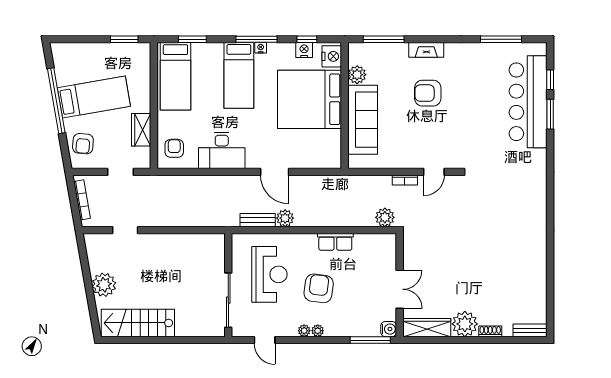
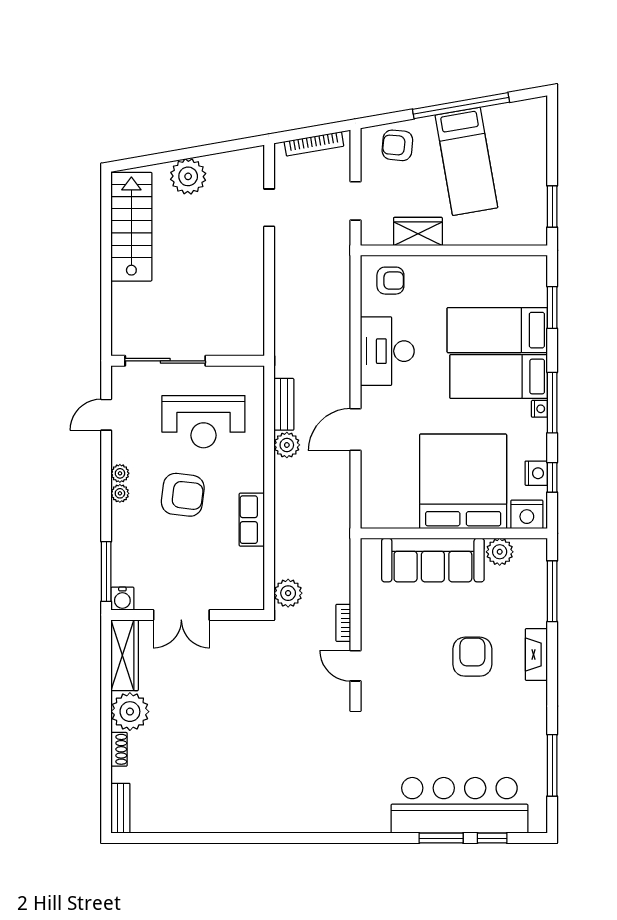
bed: (175, 76) -> (497, 330), moved

